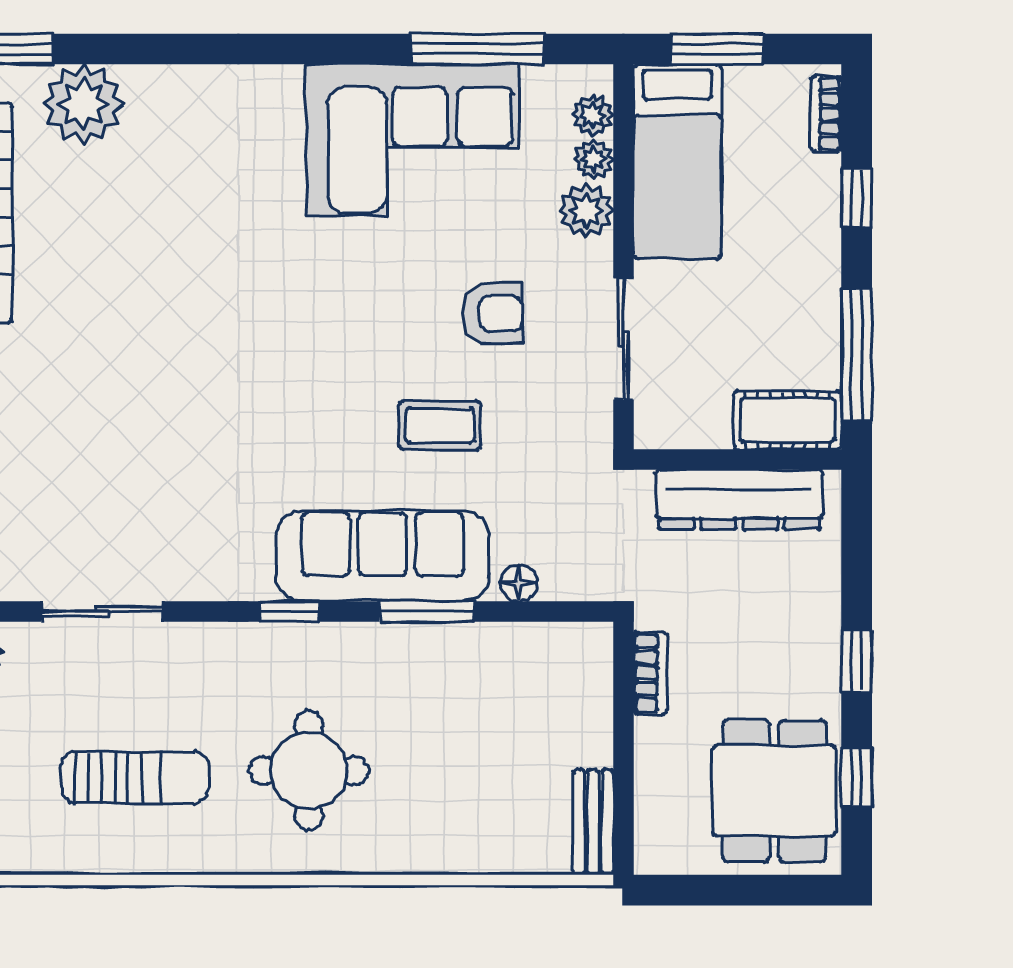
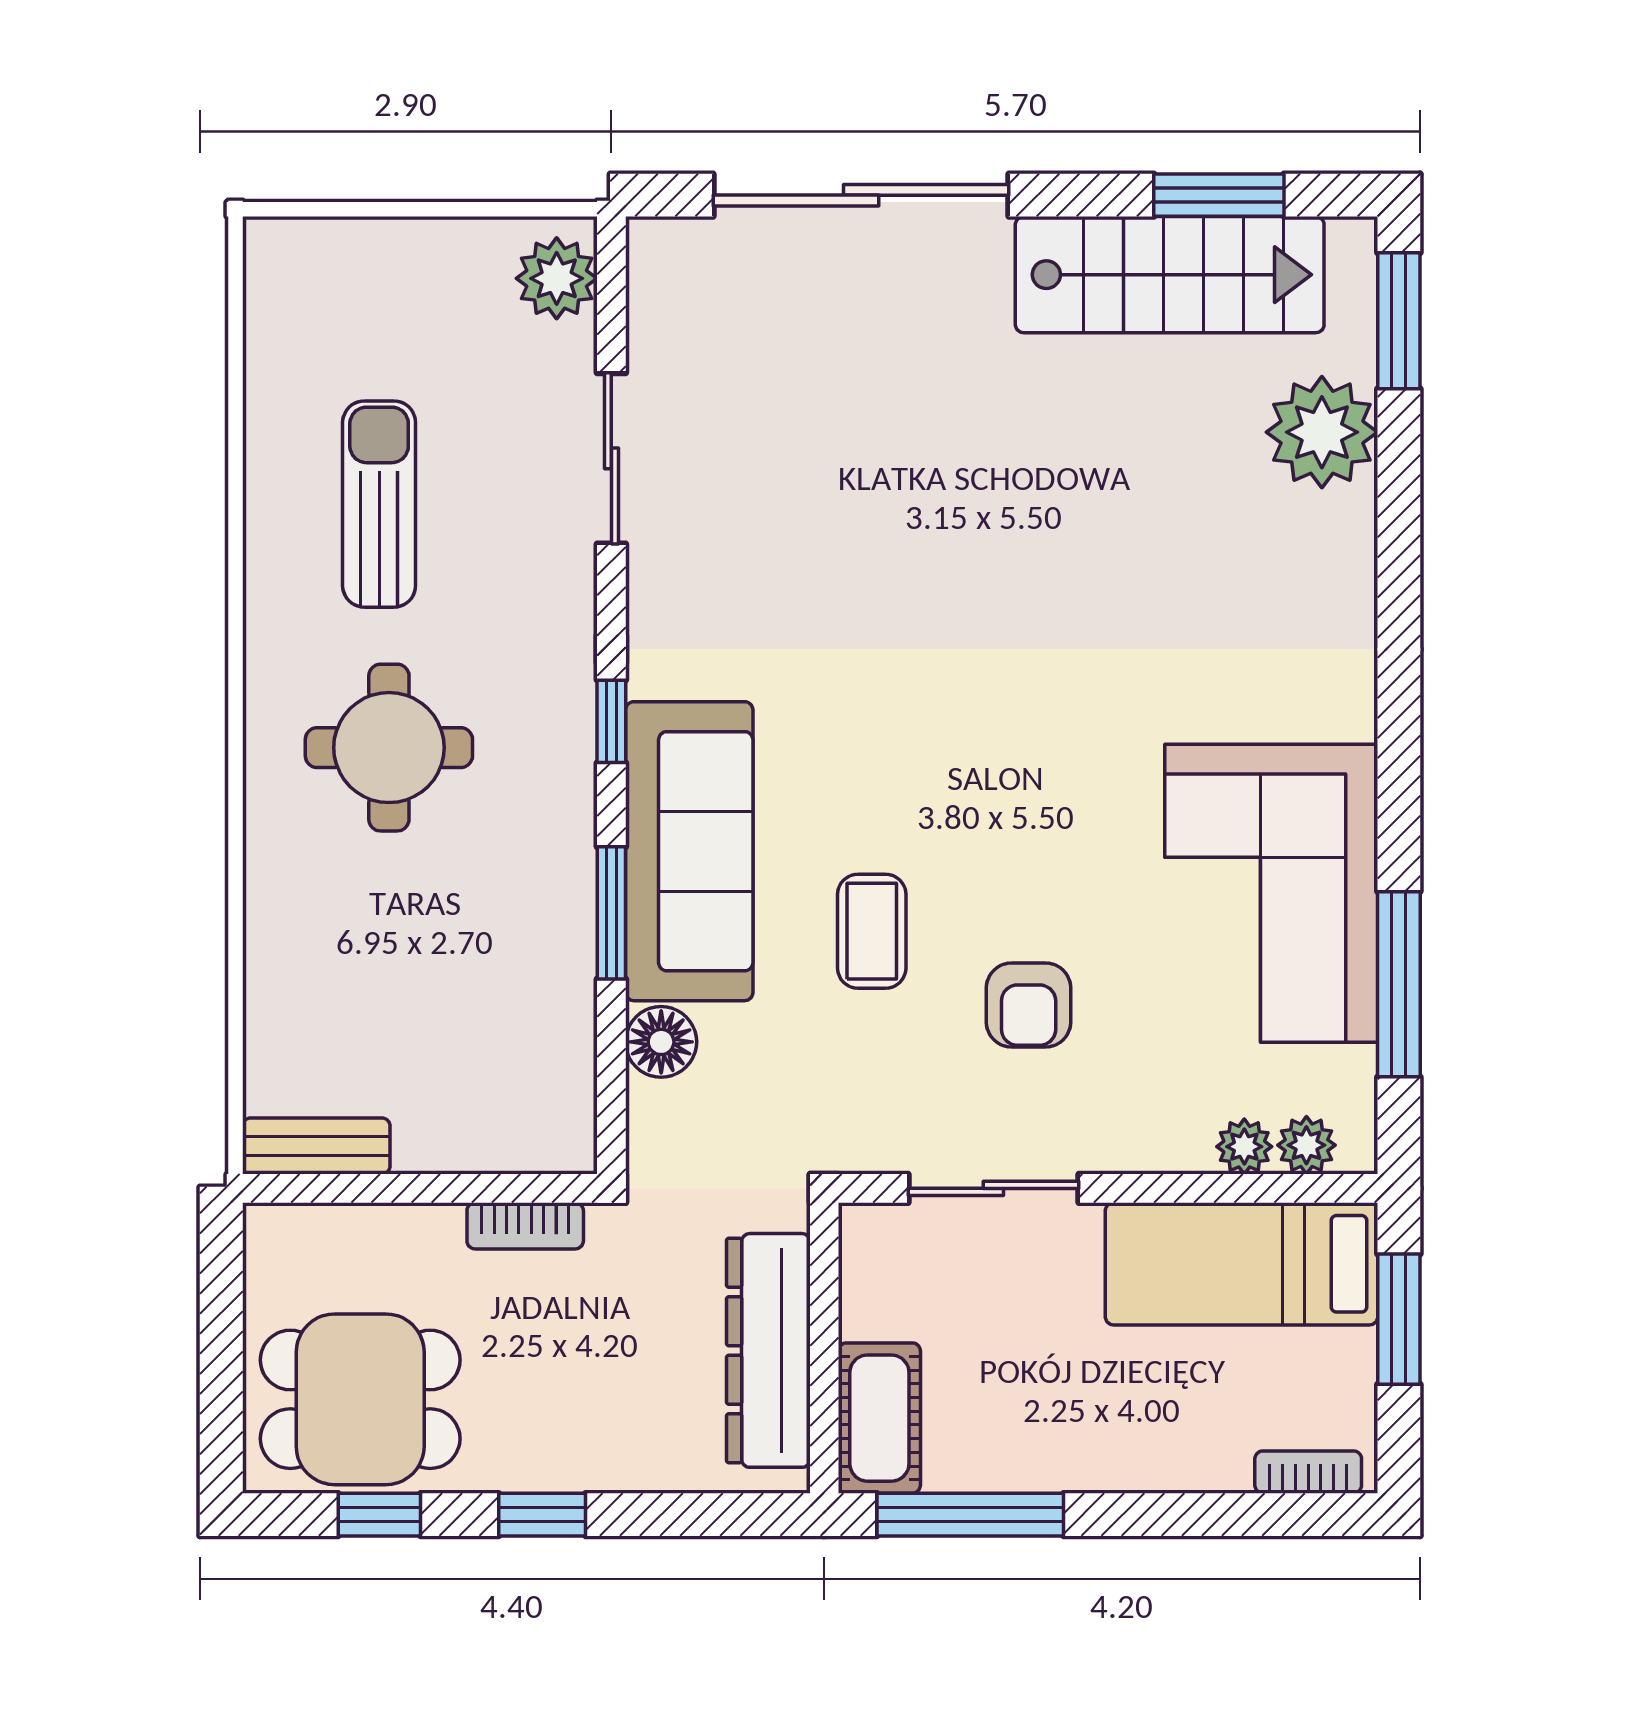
window: (857, 198) -> (1190, 1515), removed
plant: (586, 211) -> (1173, 1136), removed
floor lamp: (519, 583) -> (661, 1042), width x1.37, depth x1.37
sun lounger: (135, 777) -> (379, 504), turned 180

